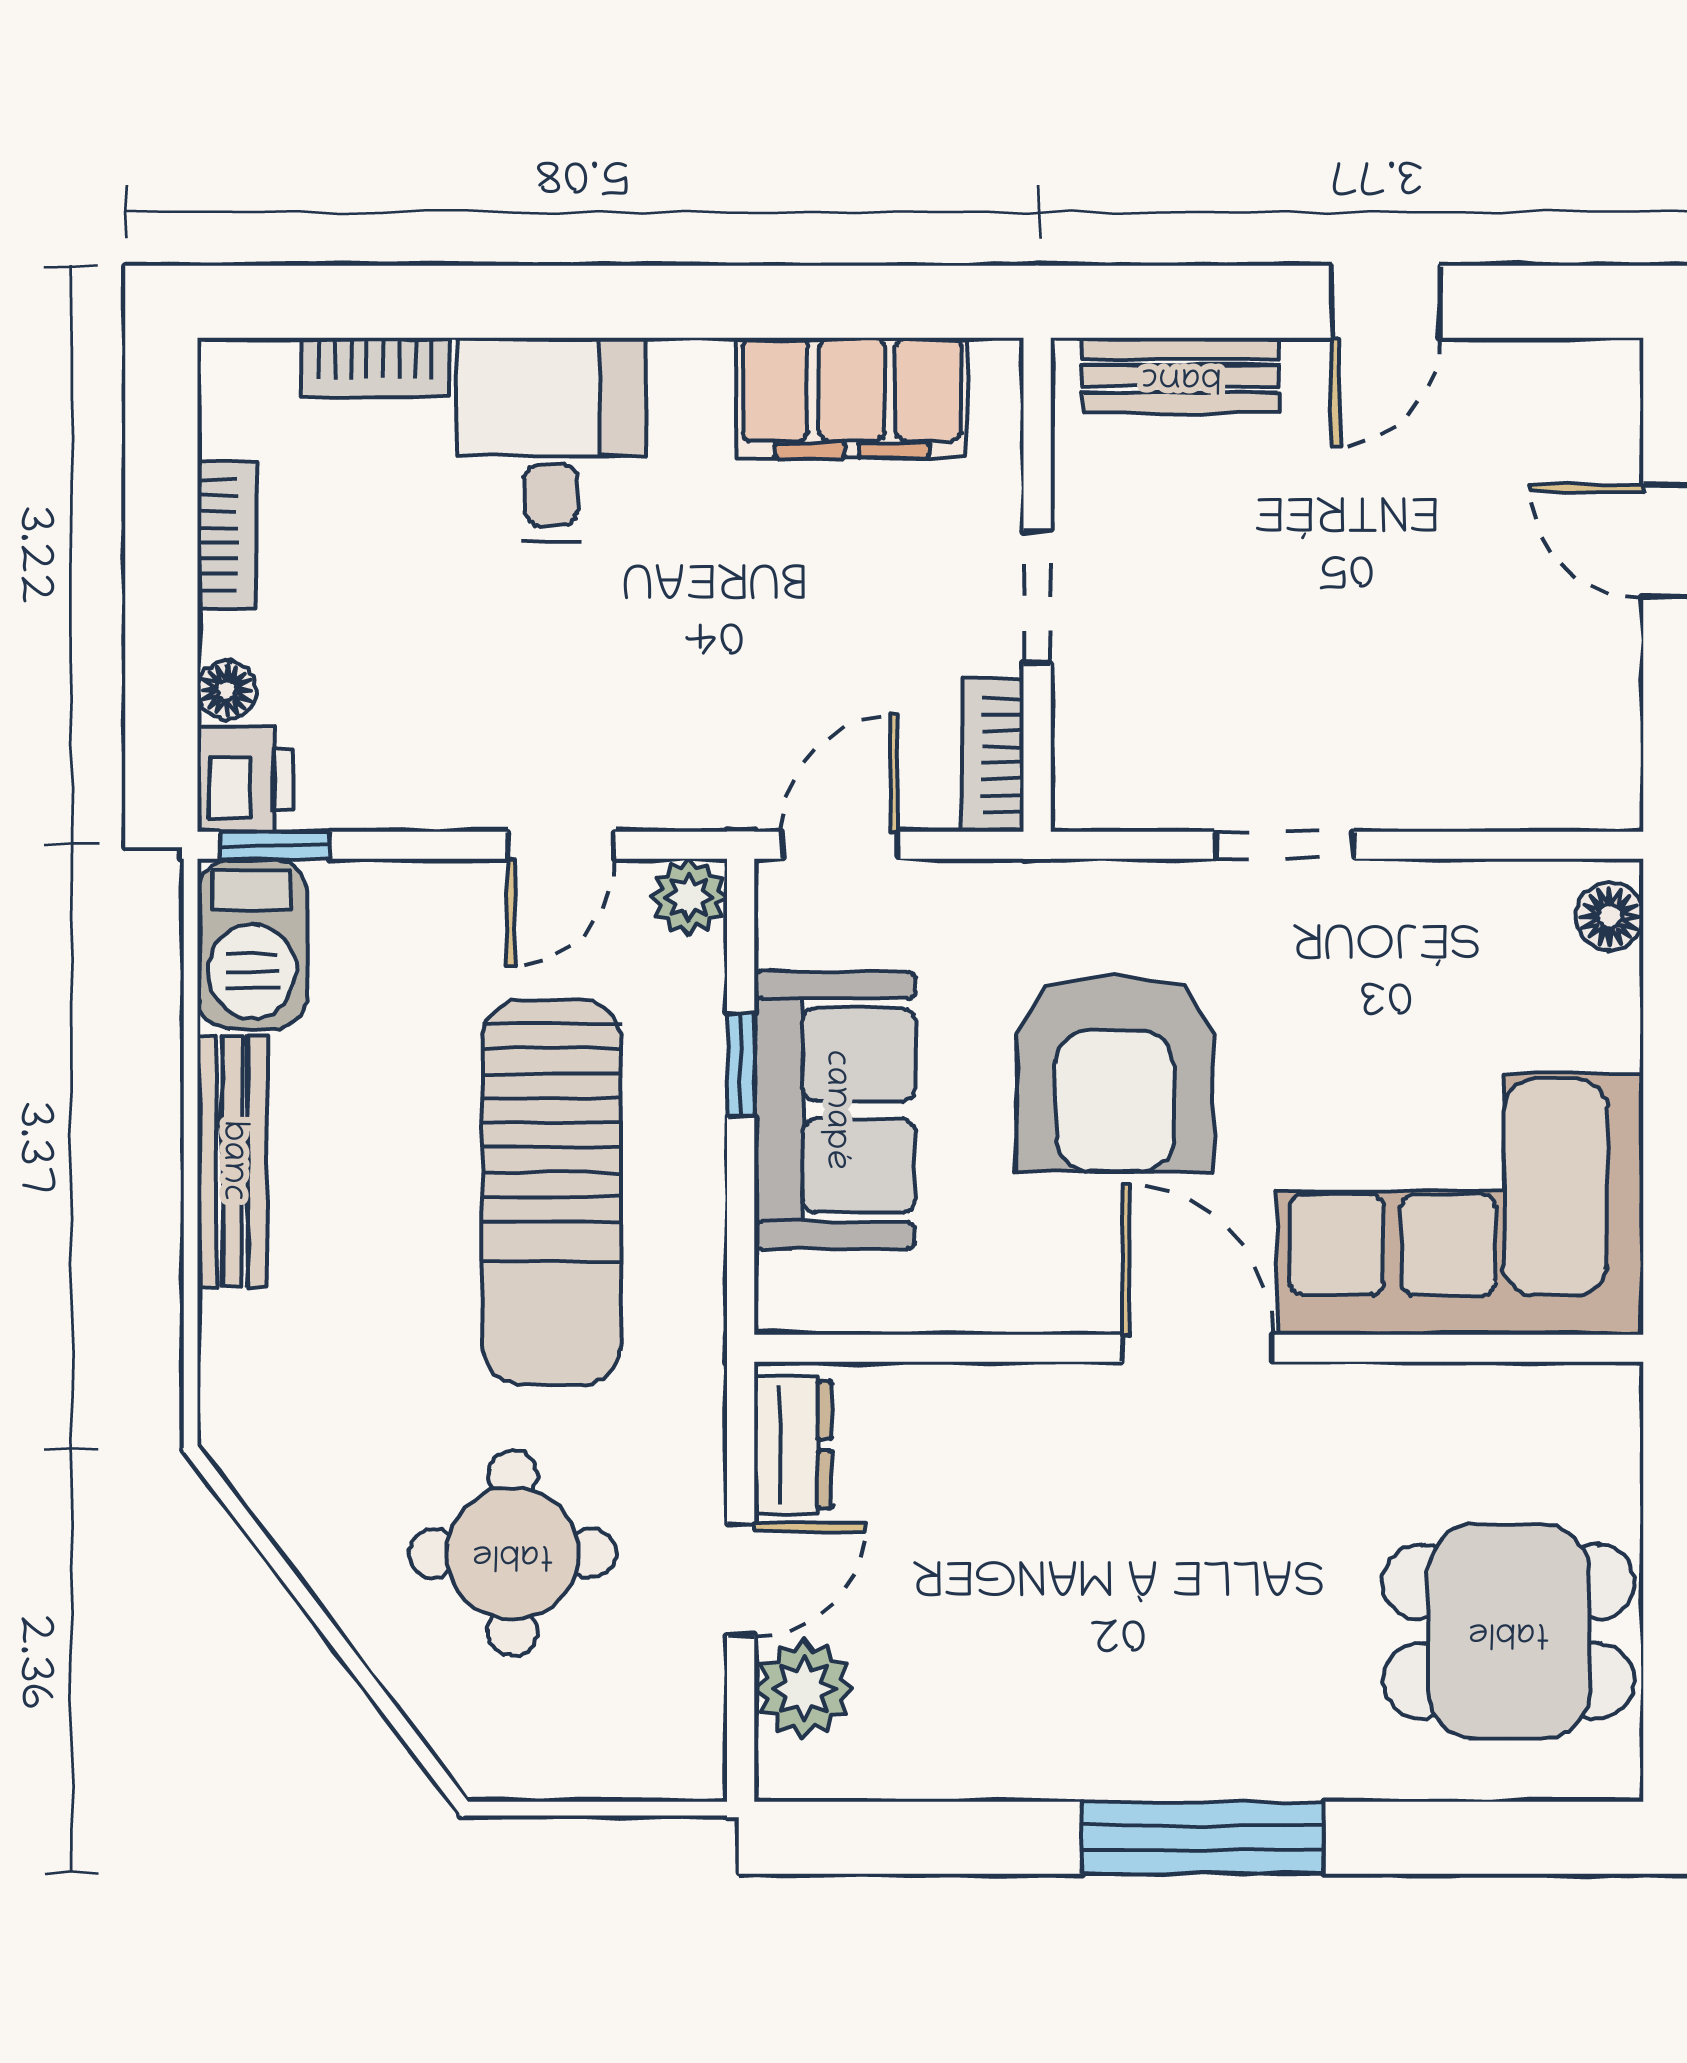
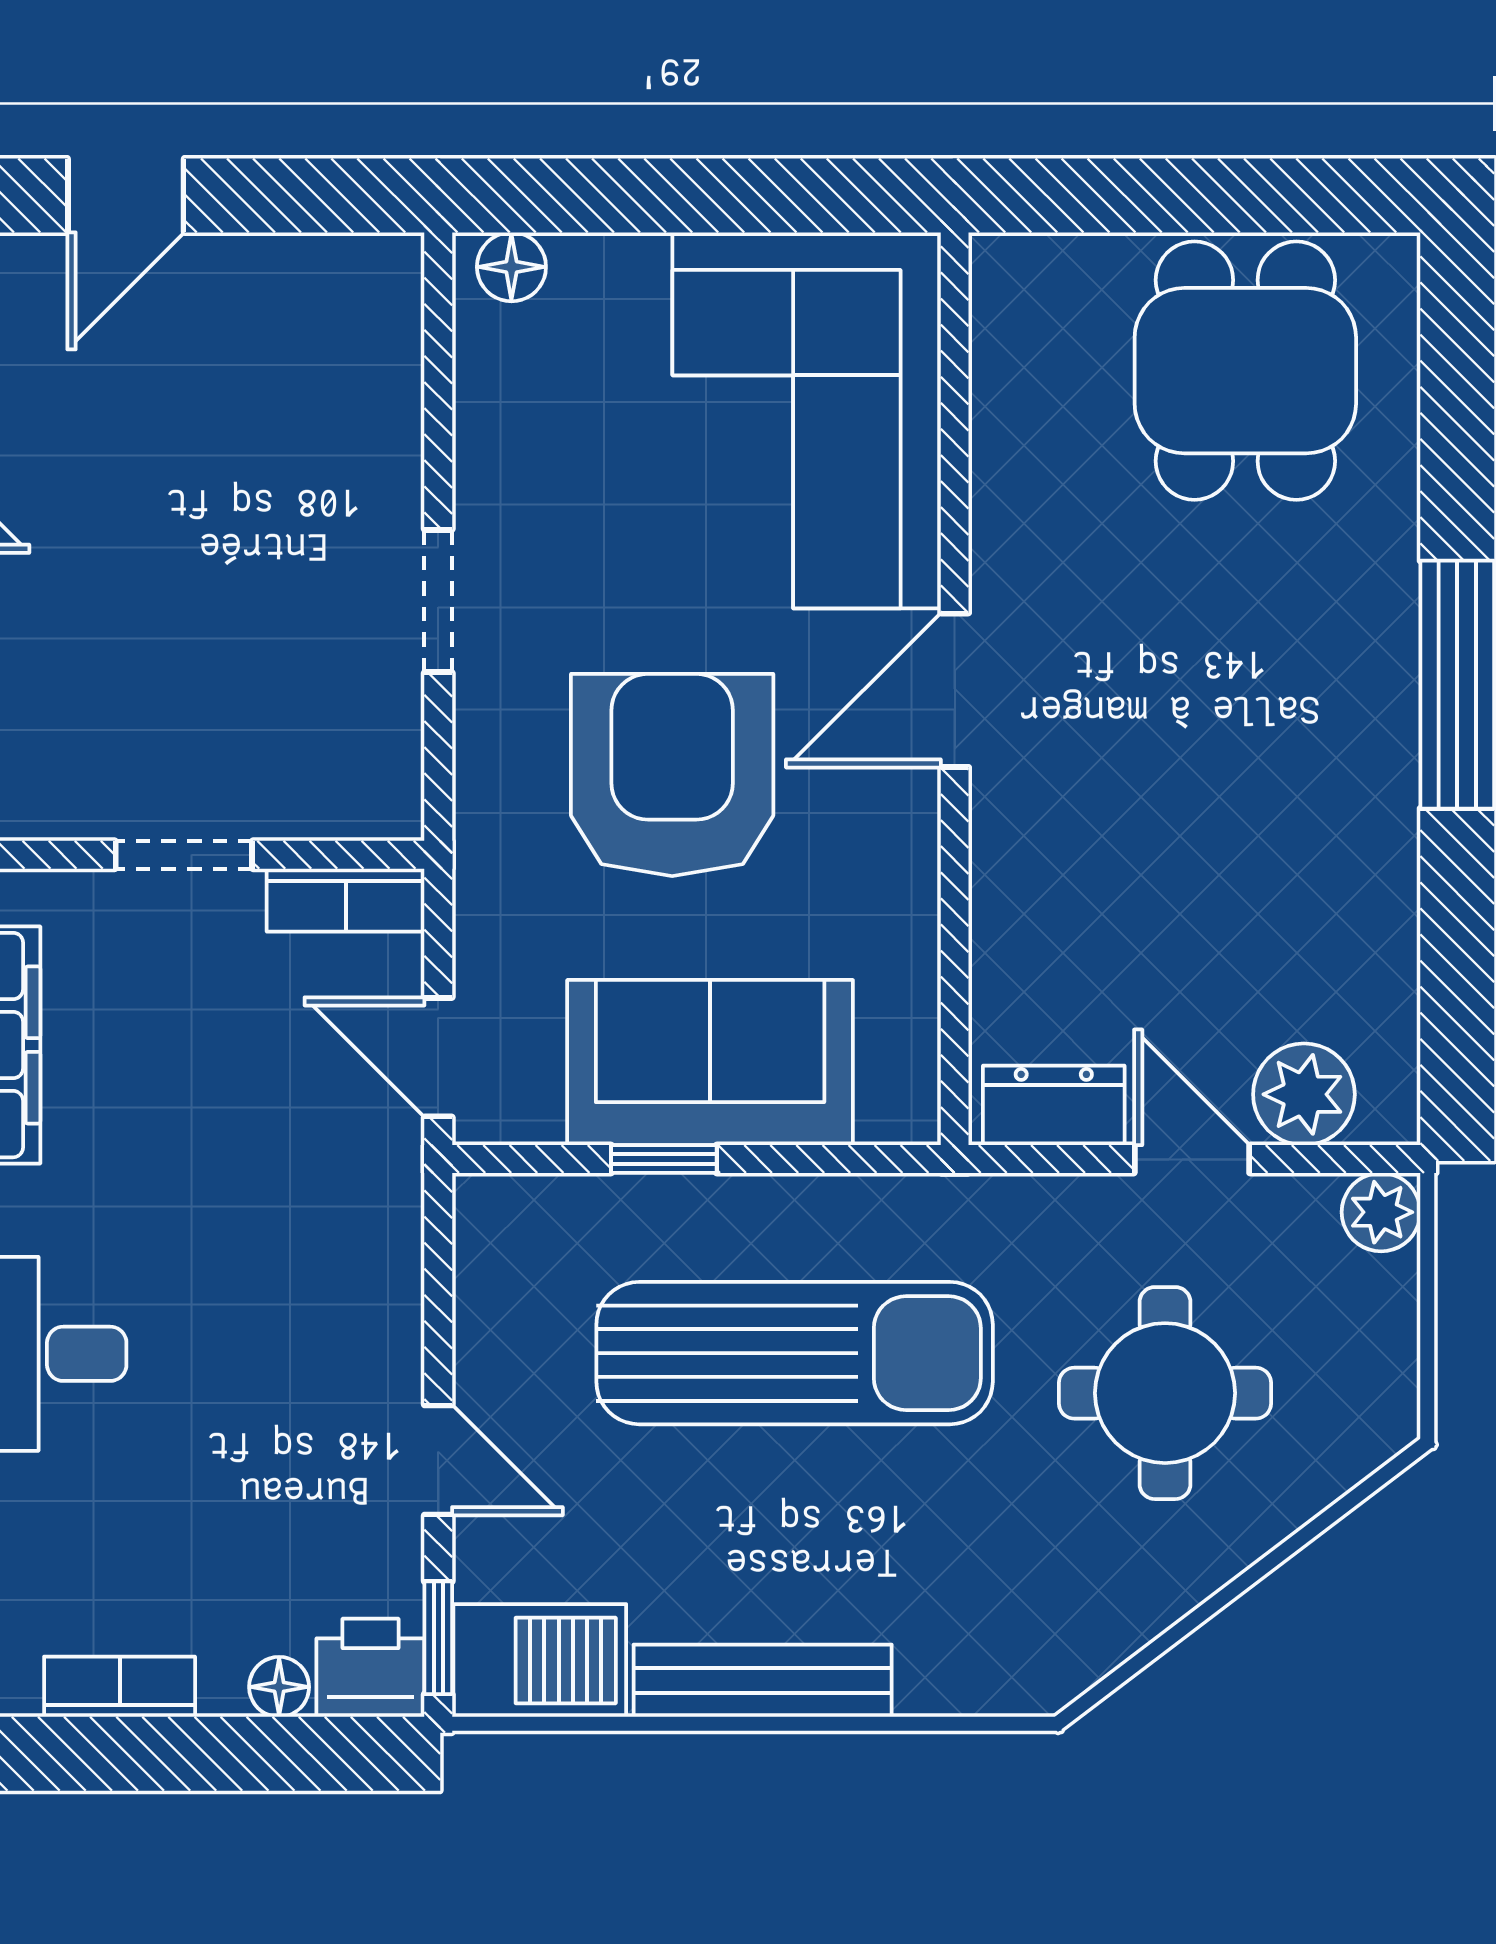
door: (561, 845) -> (438, 1460), moved
plant: (689, 897) -> (1381, 1212), moved
armchair: (1115, 1073) -> (672, 775), turned -90

